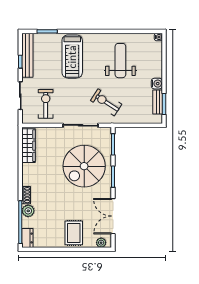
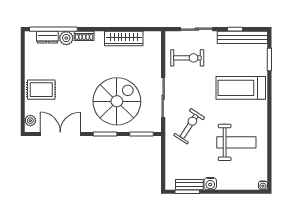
wardrobe: (29, 146) -> (124, 38), moved
spiral stairs: (84, 166) -> (117, 101), turned 90
dresser: (27, 238) -> (47, 37), moved

